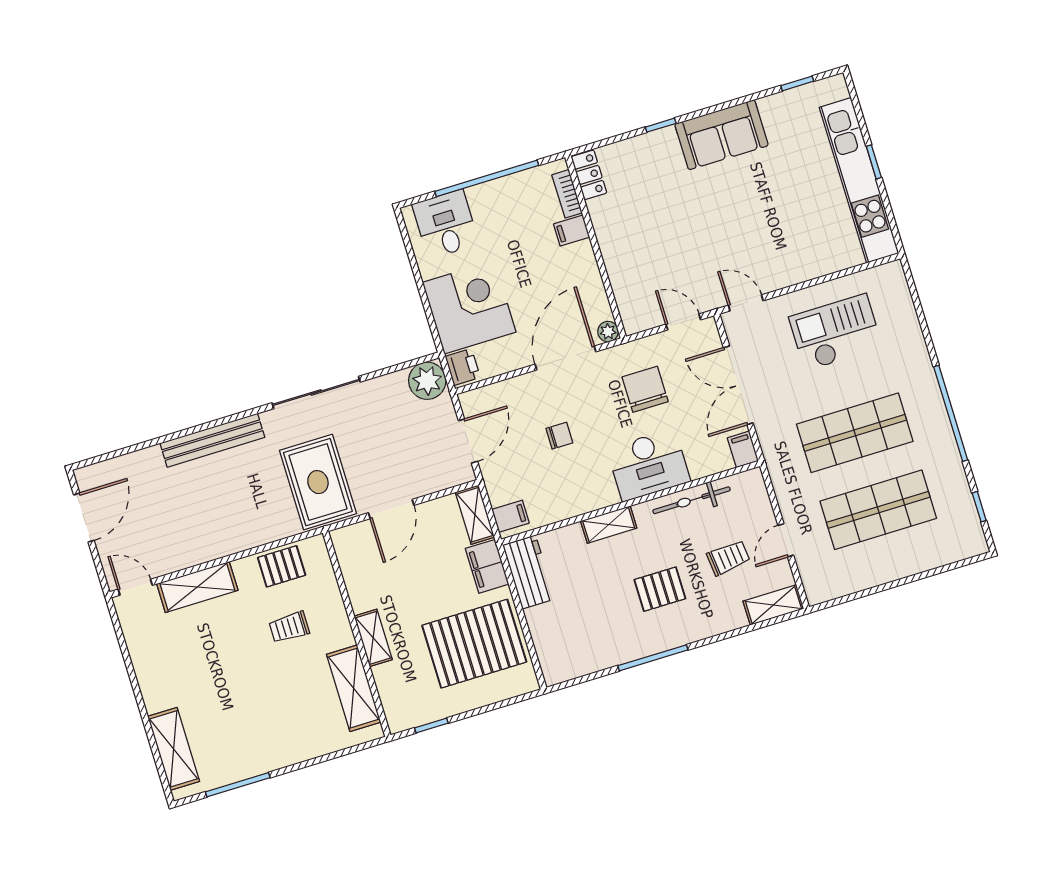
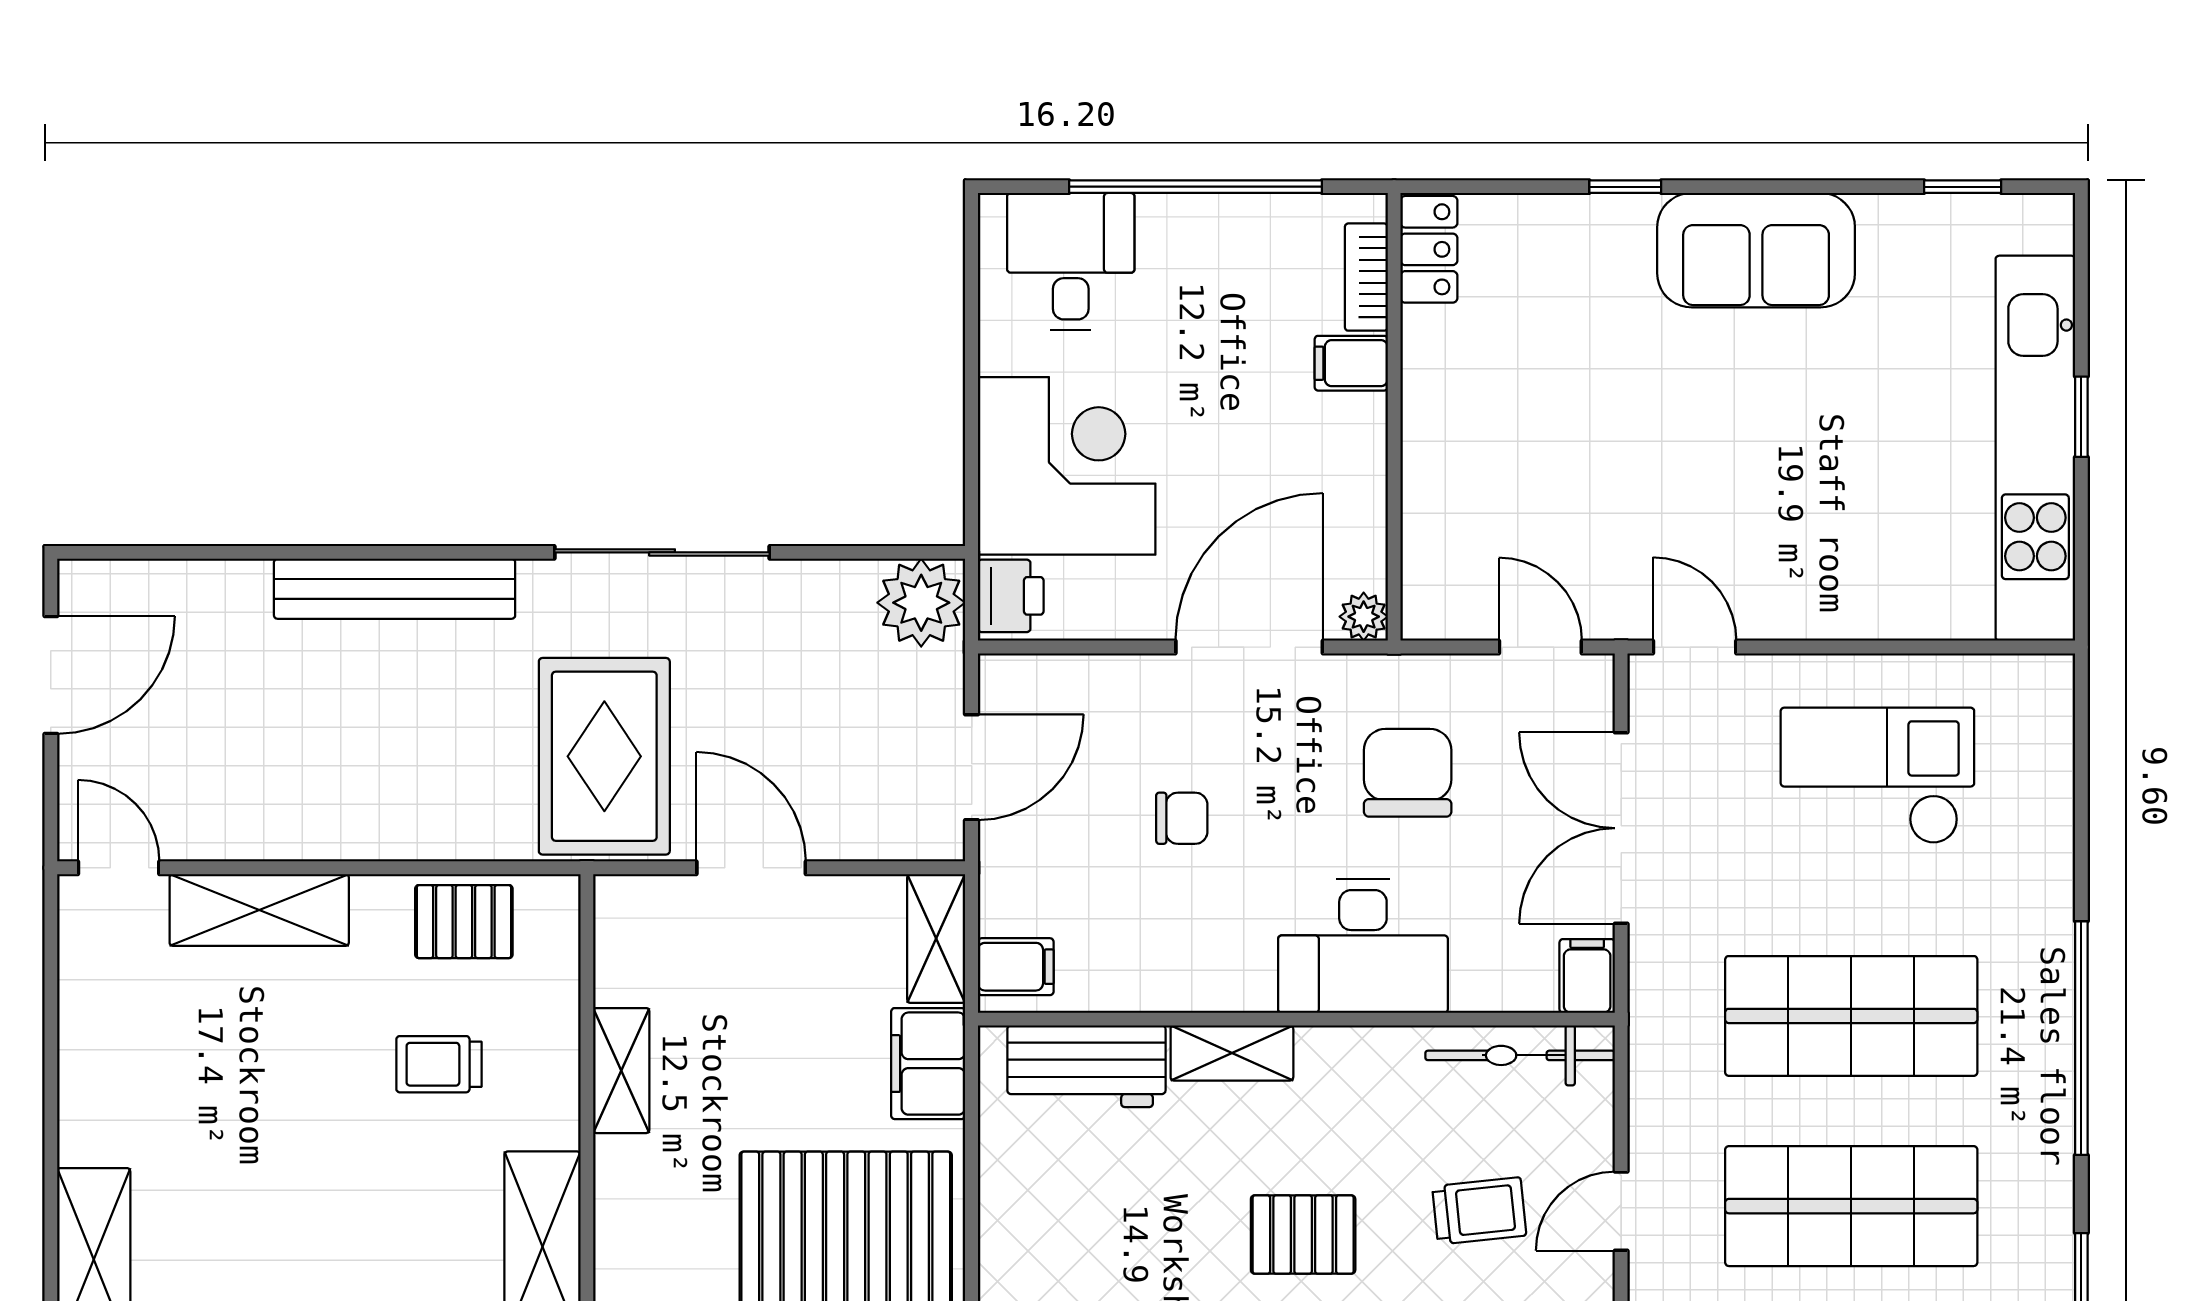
bicycle: (692, 500) -> (1520, 1055), moved
door: (391, 509) -> (751, 868), swing flipped
workbench: (529, 572) -> (1086, 1066), moved, turned 90
shelving: (373, 638) -> (621, 1071), moved

